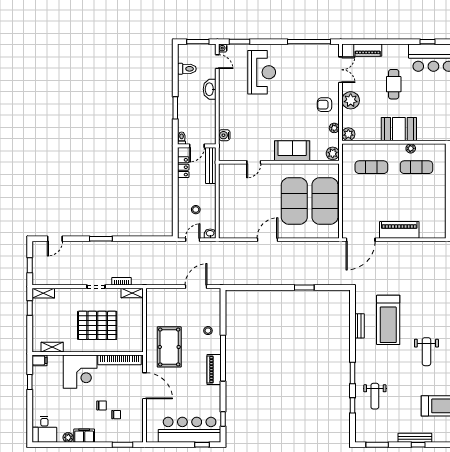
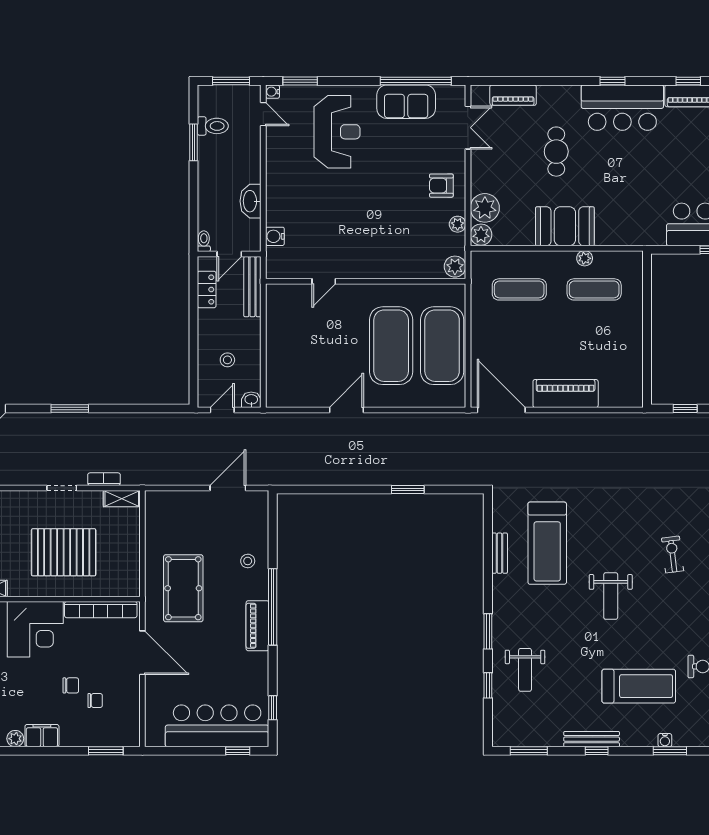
washbasin: (210, 89) -> (251, 201), moved
plant: (351, 100) -> (485, 208), moved
window: (175, 108) -> (193, 142), moved
sofa: (292, 151) -> (406, 102), moved, turned 180
door: (361, 240) -> (501, 410), swing flipped

